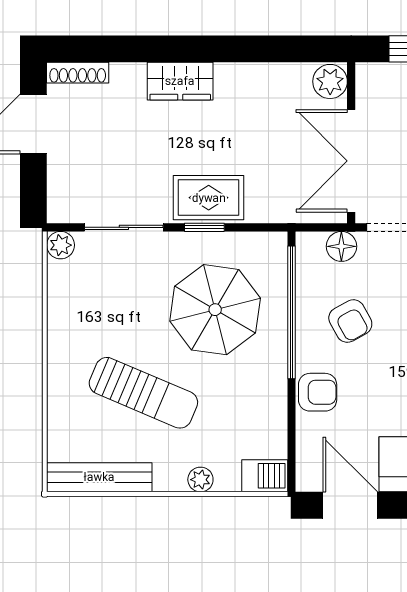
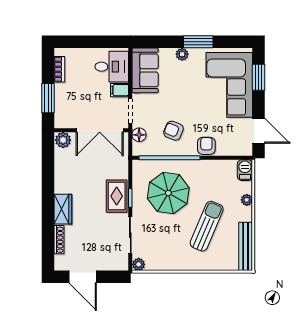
shoe rack: (78, 73) -> (59, 240), moved
armchair: (350, 321) -> (174, 131), turned -129
door: (350, 505) -> (259, 131), swing flipped

